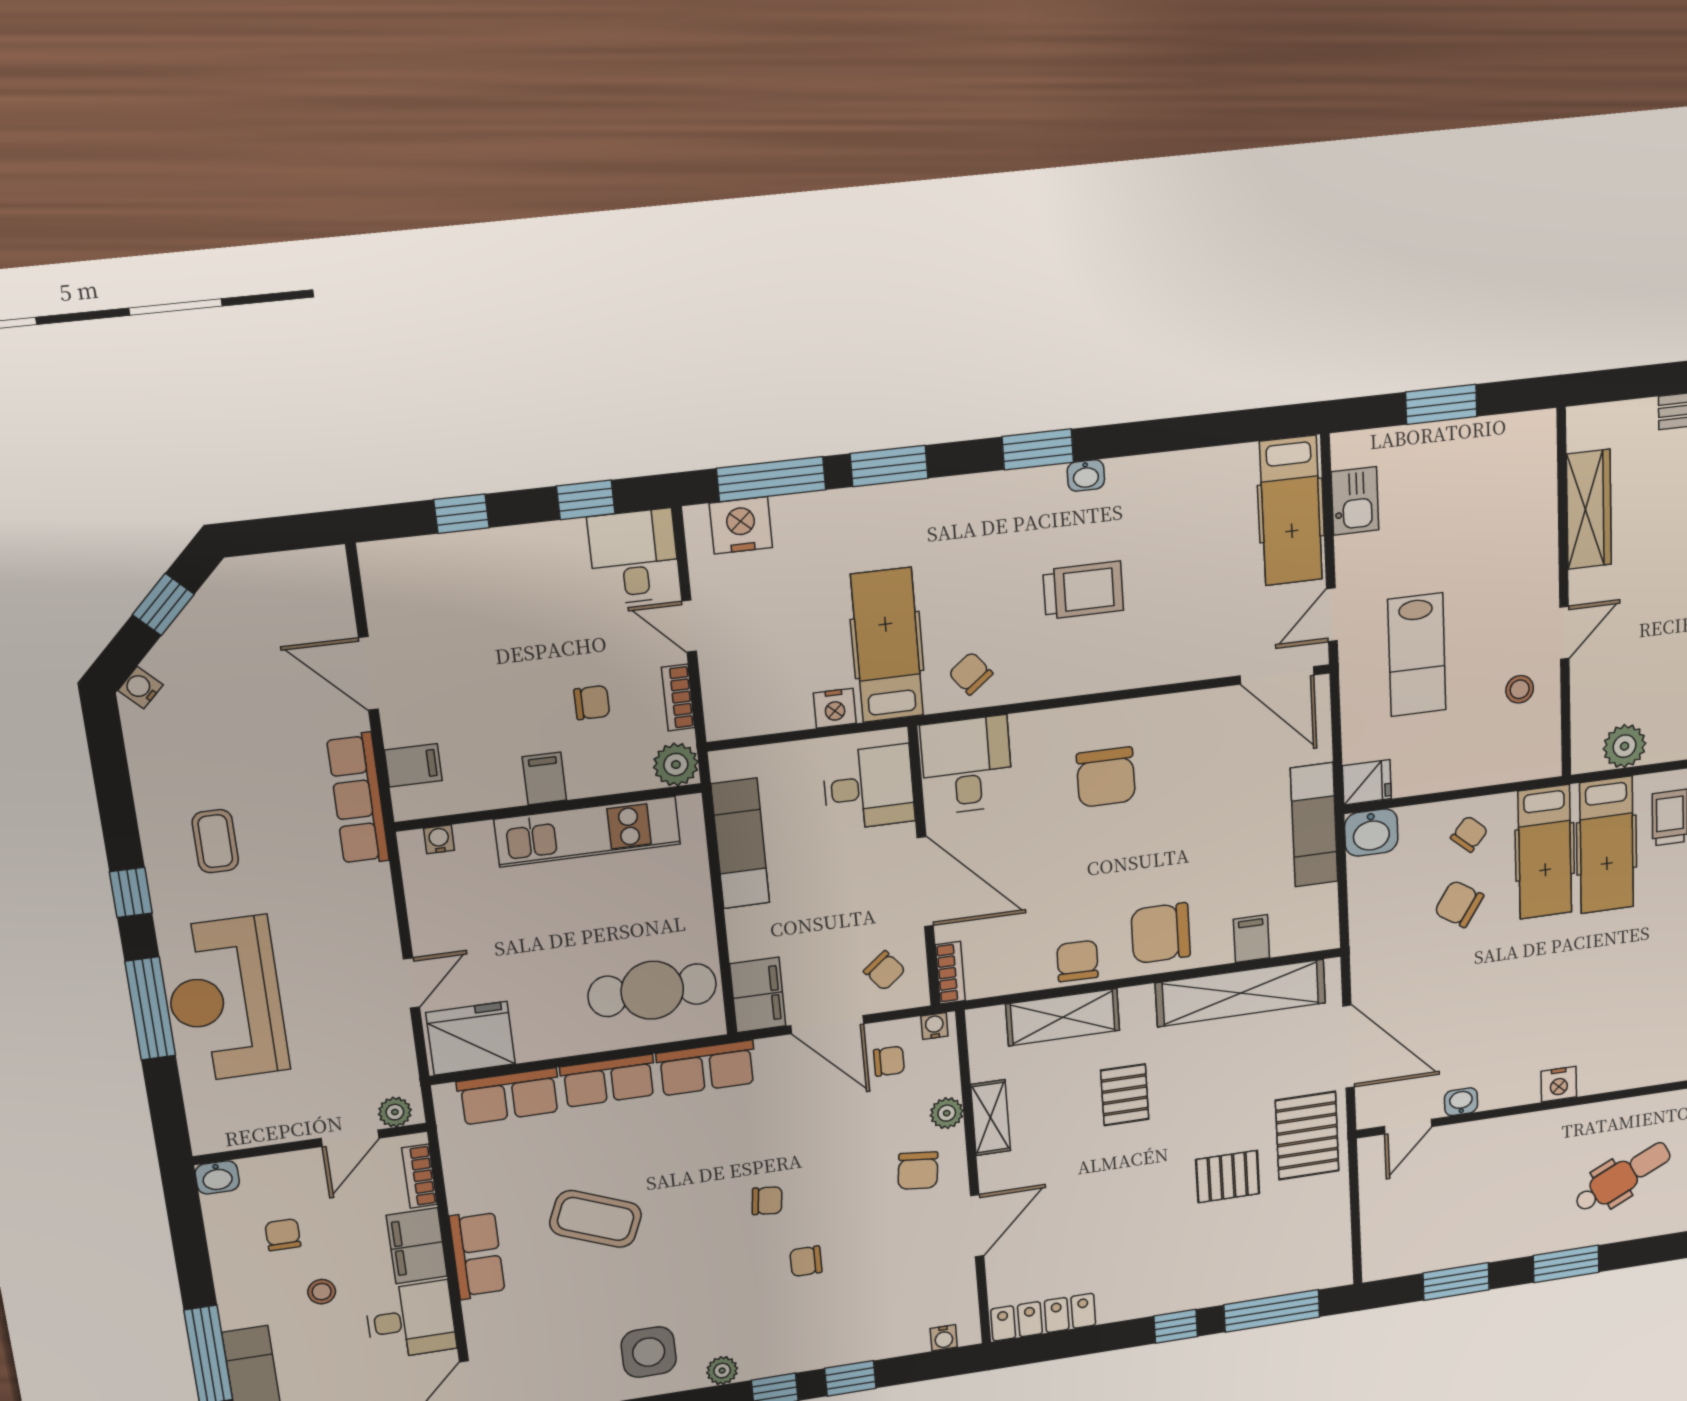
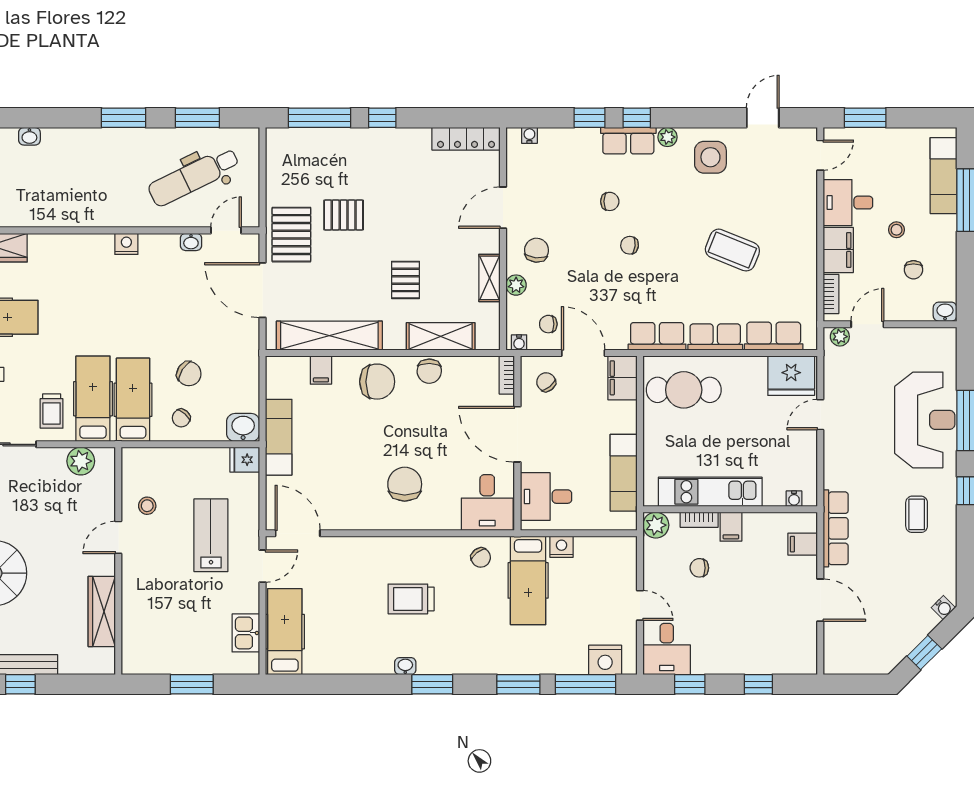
bookcase: (678, 698) -> (699, 520), moved, turned 90
dental chair: (1623, 1177) -> (194, 177), moved, width x1.36, depth x1.38
row of seats: (477, 1255) -> (628, 141), moved, turned -90

